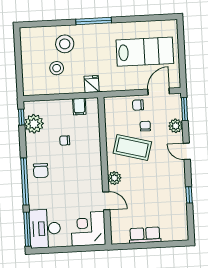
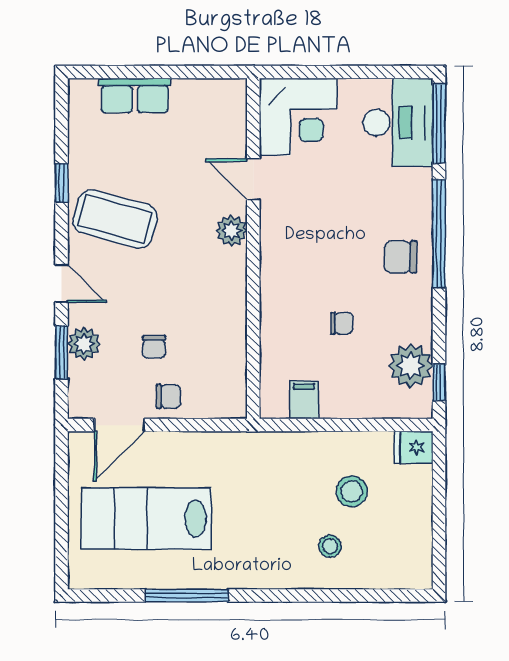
window: (94, 21) -> (187, 595), moved
stool: (65, 44) -> (330, 546), width x0.53, depth x0.53
fridge: (92, 84) -> (414, 447), moved, turned 90
window: (184, 109) -> (62, 352), moved
coffee table: (132, 148) -> (115, 219), moved
chair: (41, 171) -> (401, 257), turned -90
row of seats: (145, 235) -> (135, 95), moved

